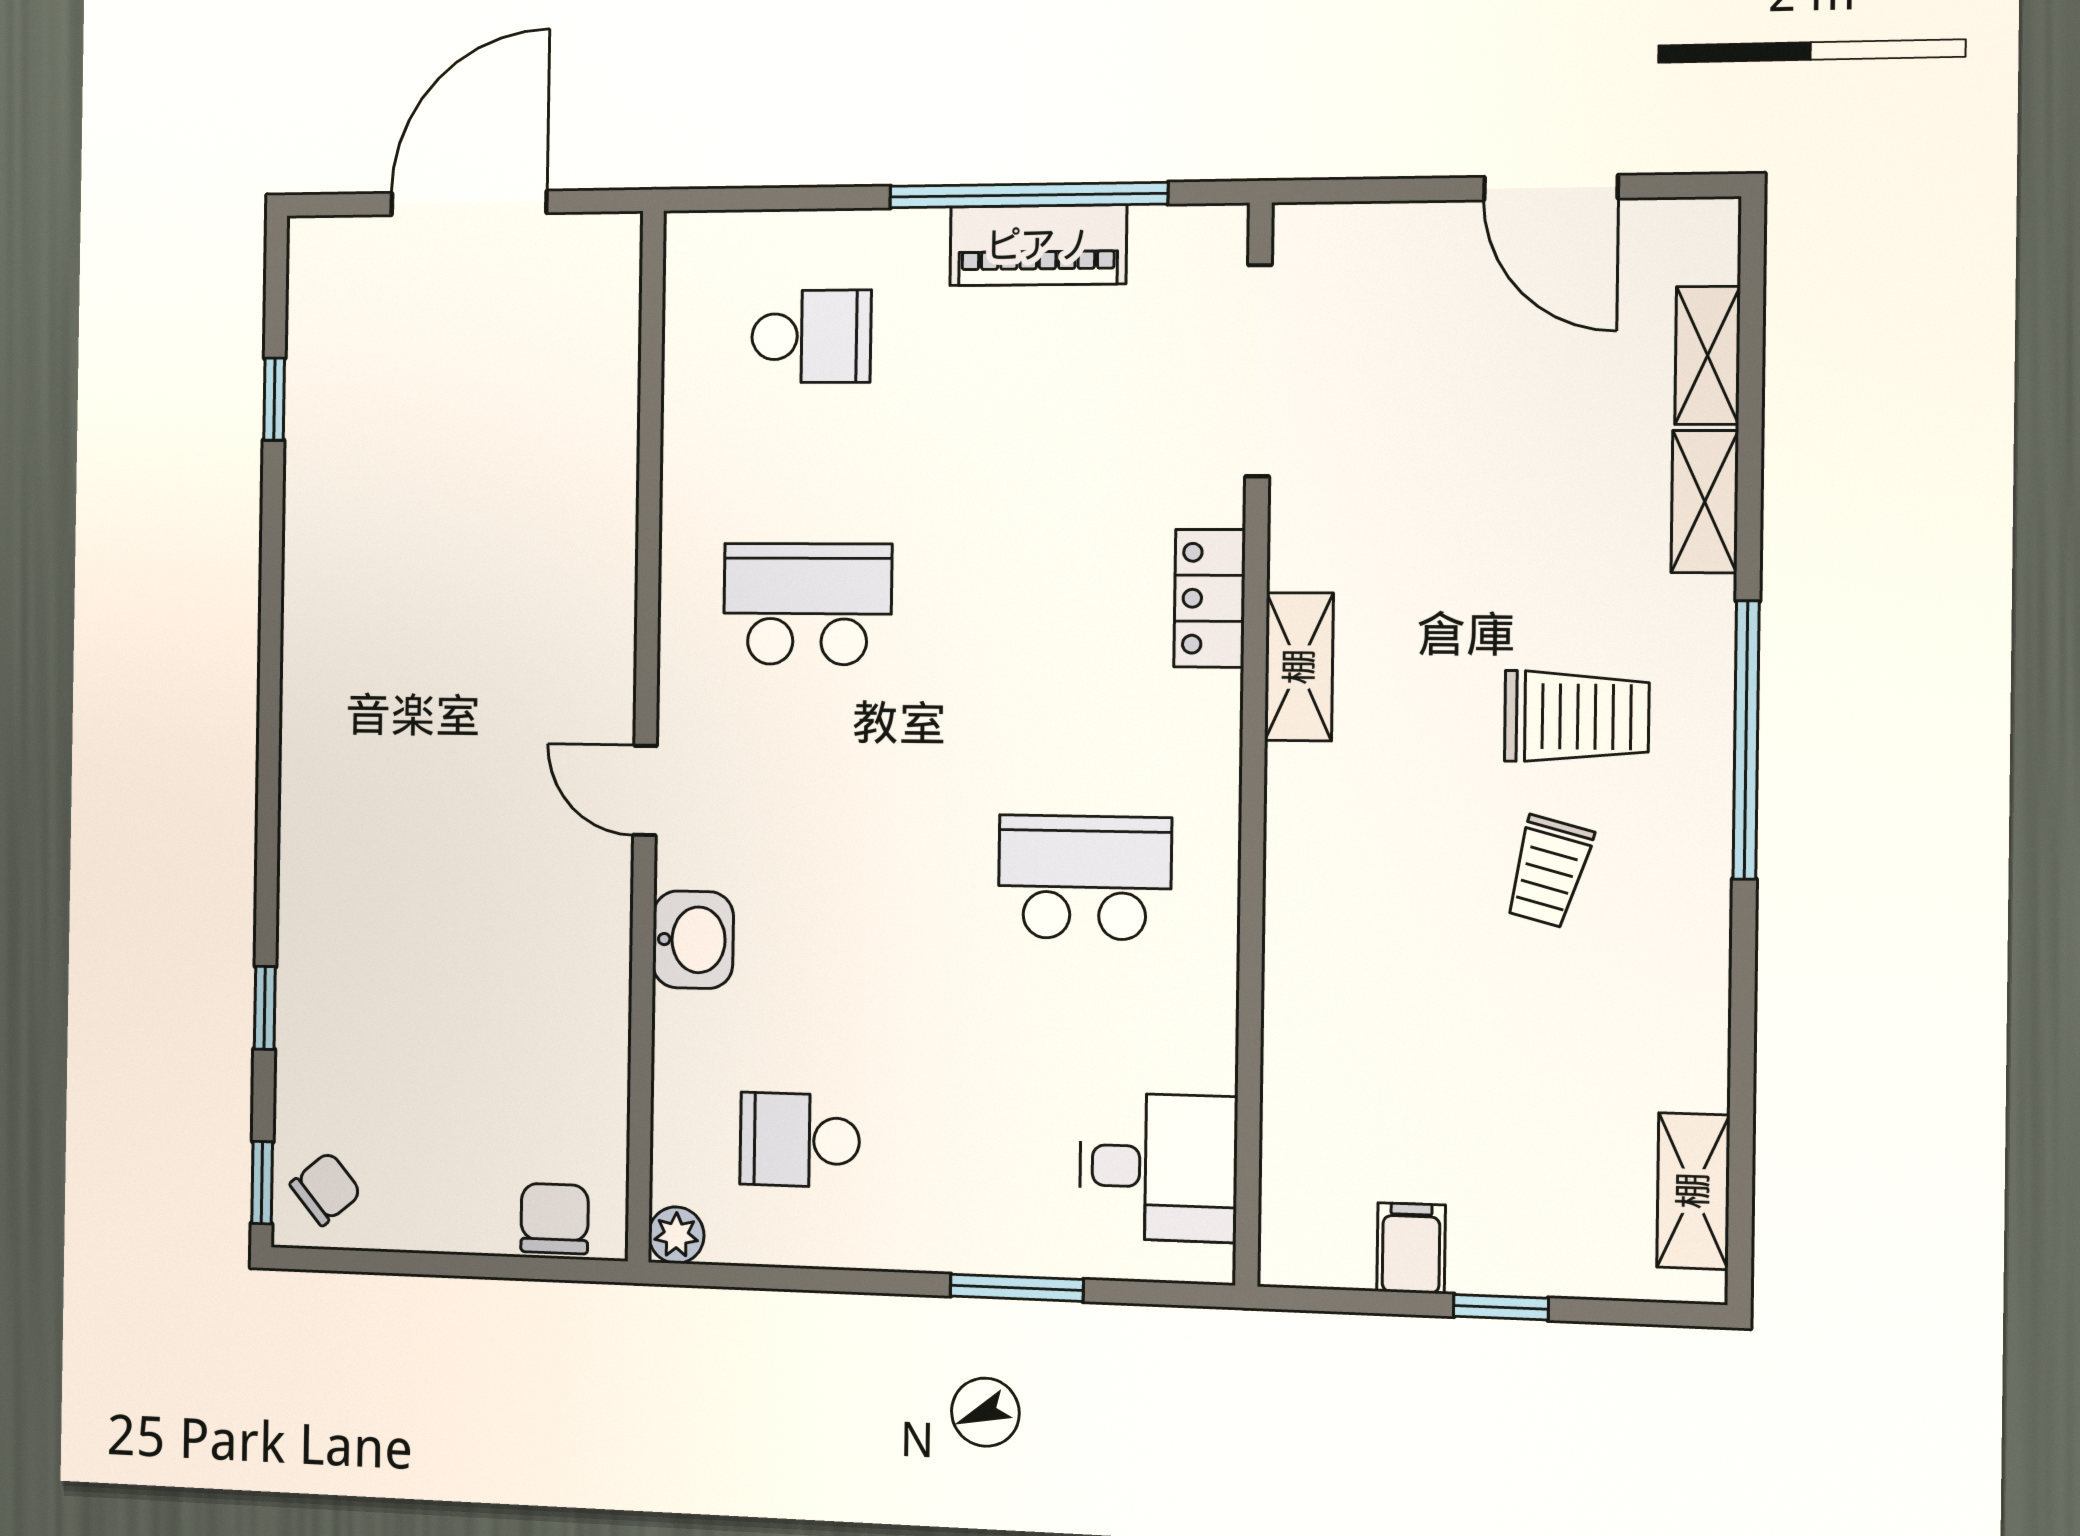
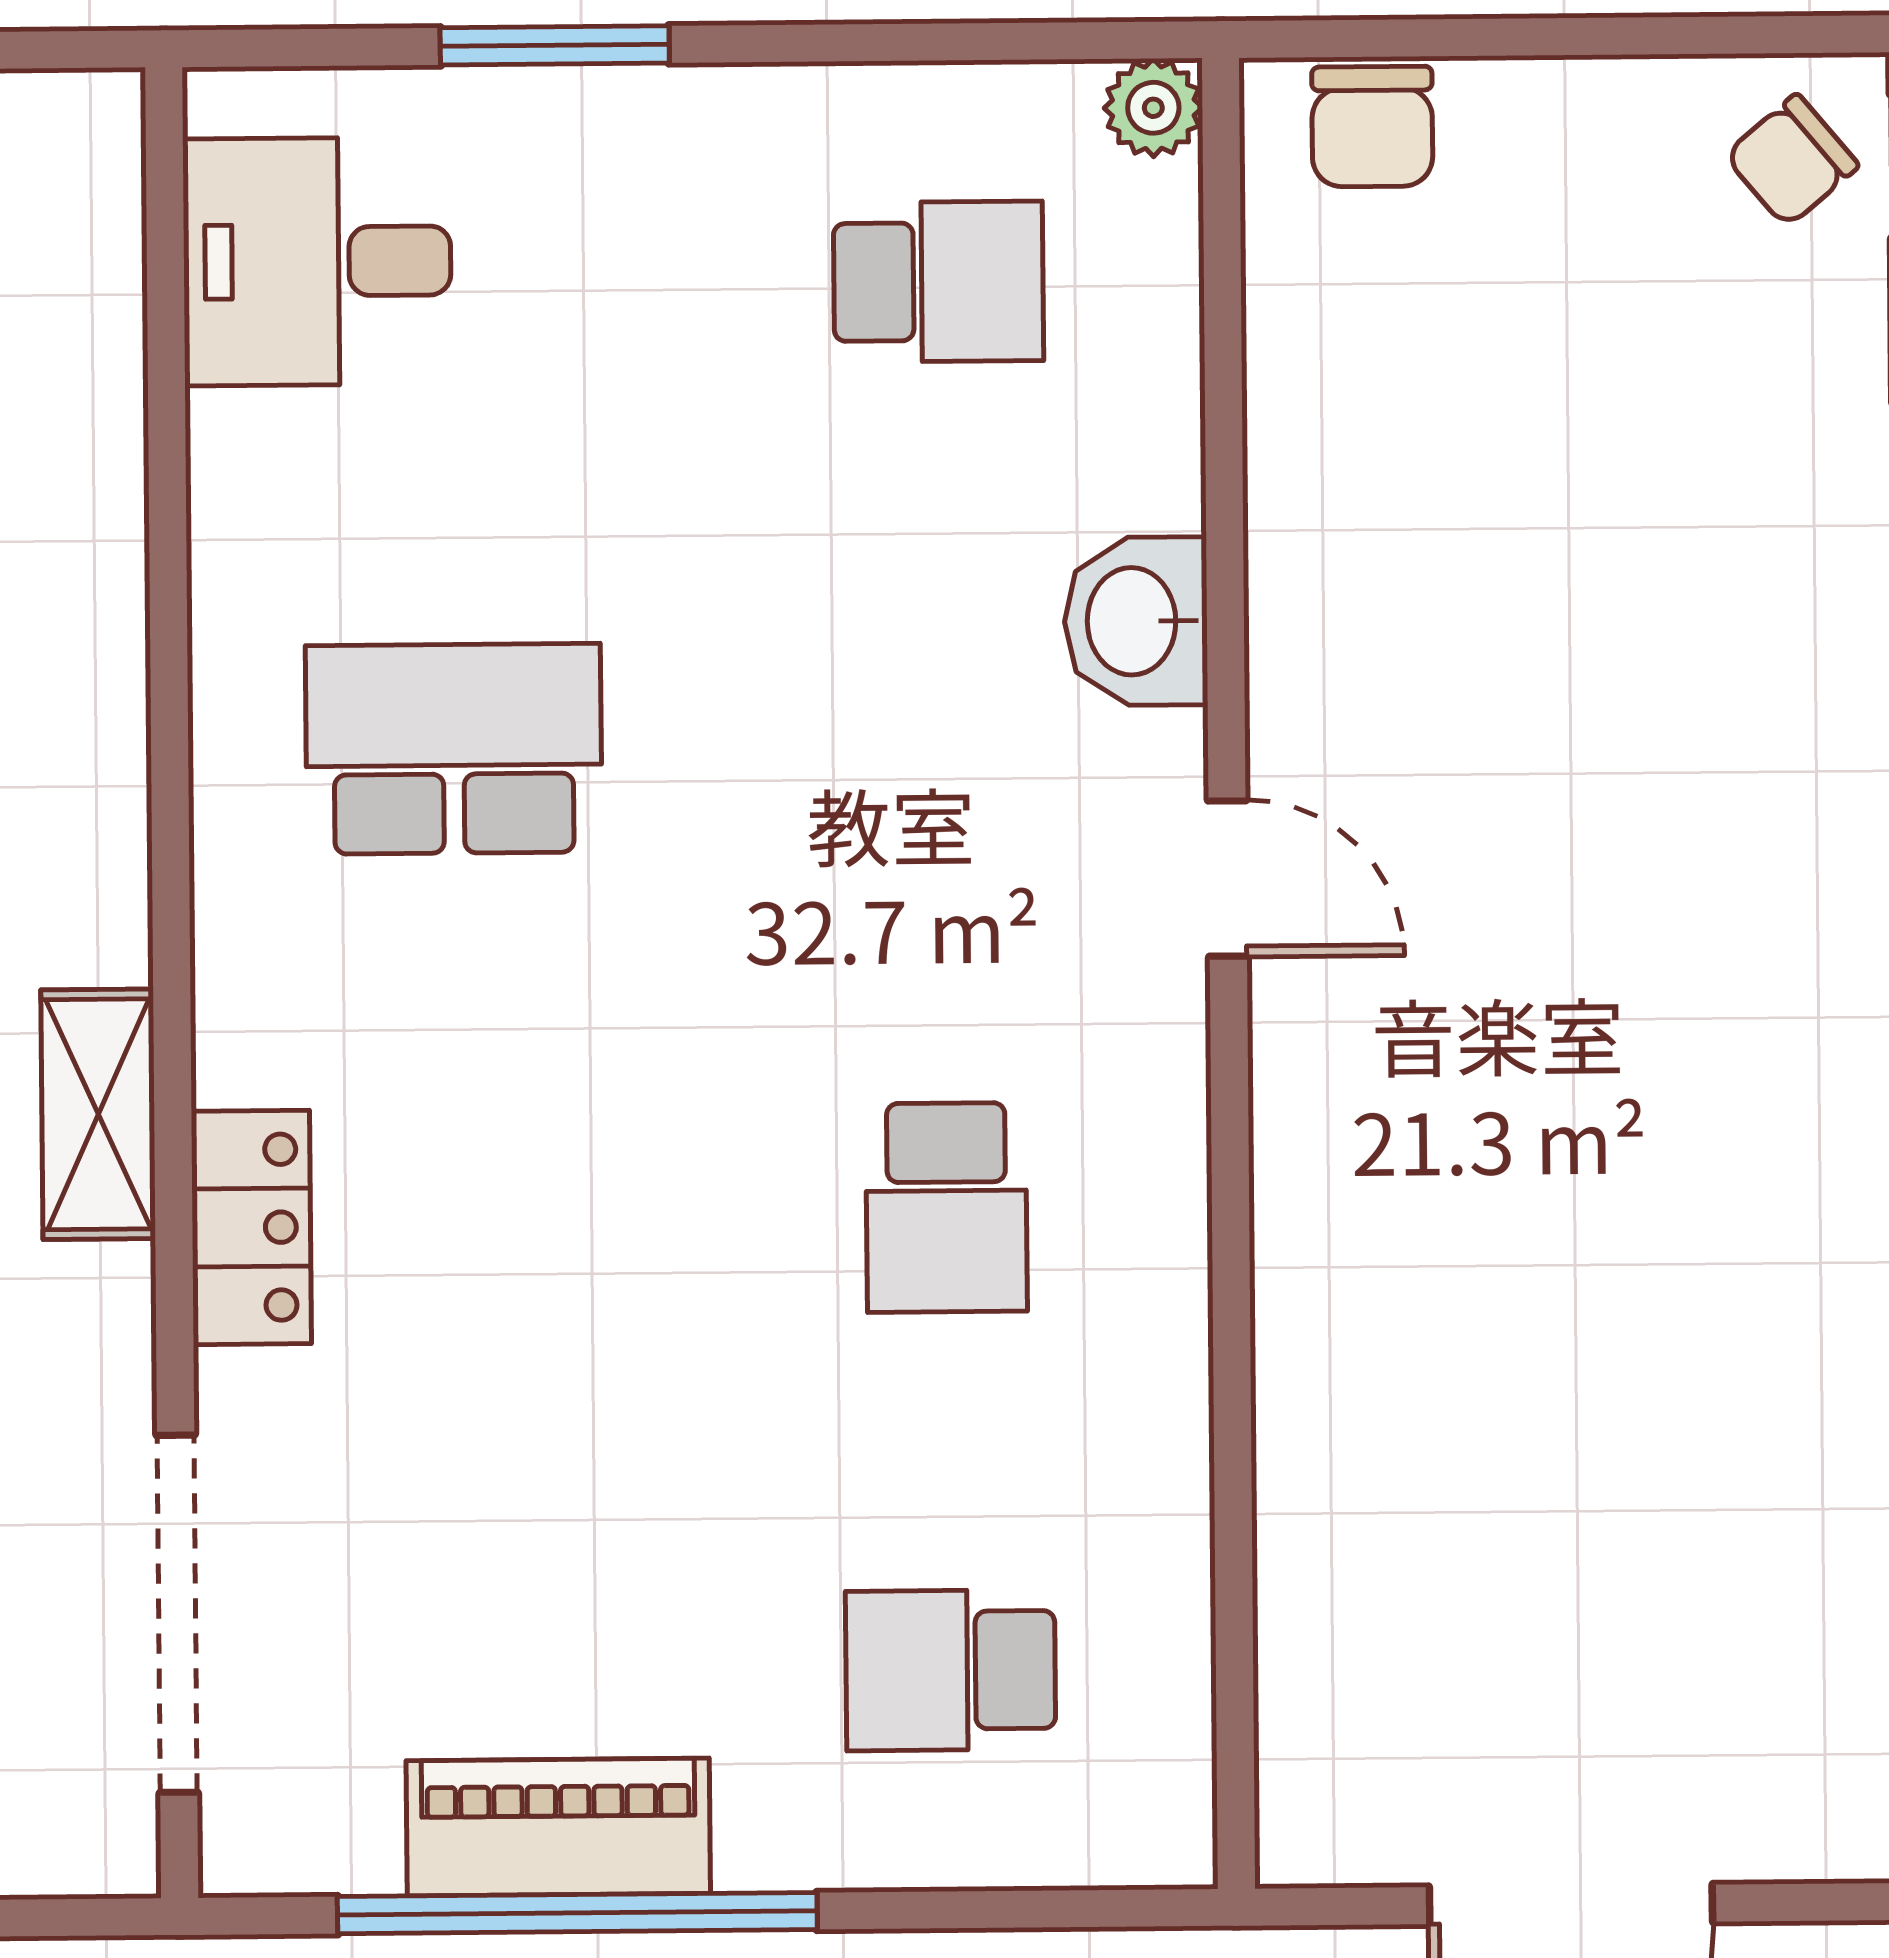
school desk: (807, 604) -> (947, 1207), width x0.54
school desk: (1085, 877) -> (454, 749), turned 180

